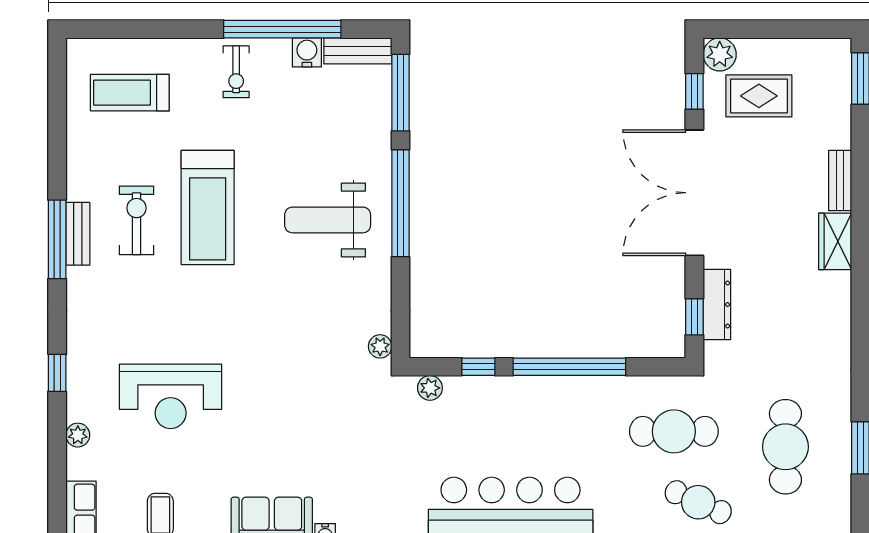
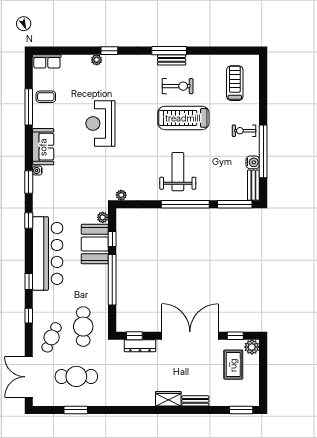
reception desk: (171, 396) -> (100, 124), moved
booth: (489, 405) -> (95, 244), added
plant: (78, 435) -> (97, 60), moved

